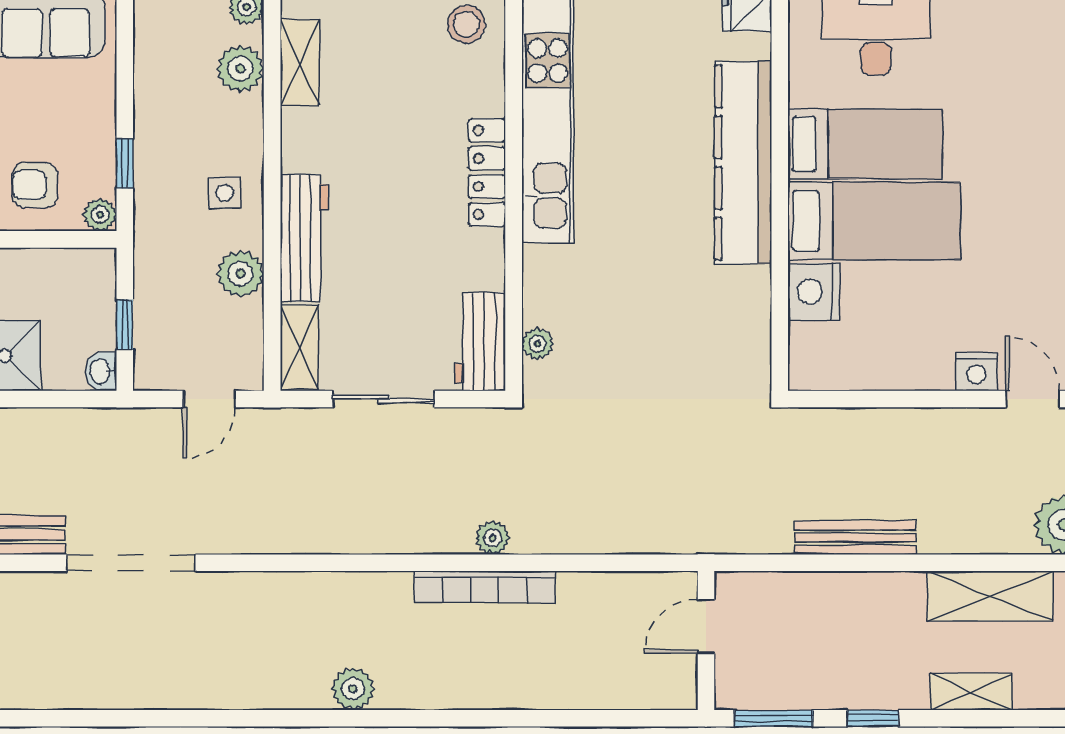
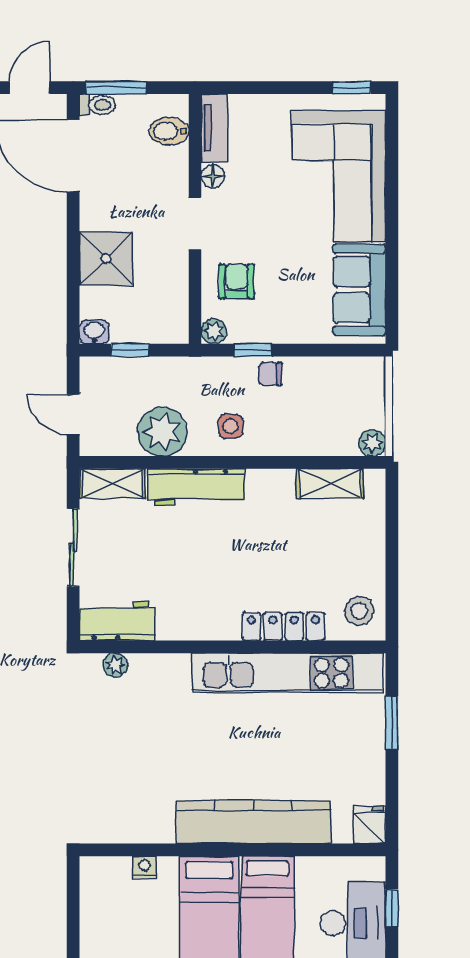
plant: (240, 69) -> (325, 438), removed
chair: (156, 141) -> (270, 374), added
locker: (487, 172) -> (284, 626), moved
plant: (240, 274) -> (162, 432), width x1.36, depth x1.36
nightstand: (814, 292) -> (145, 867), width x0.53, depth x0.56

